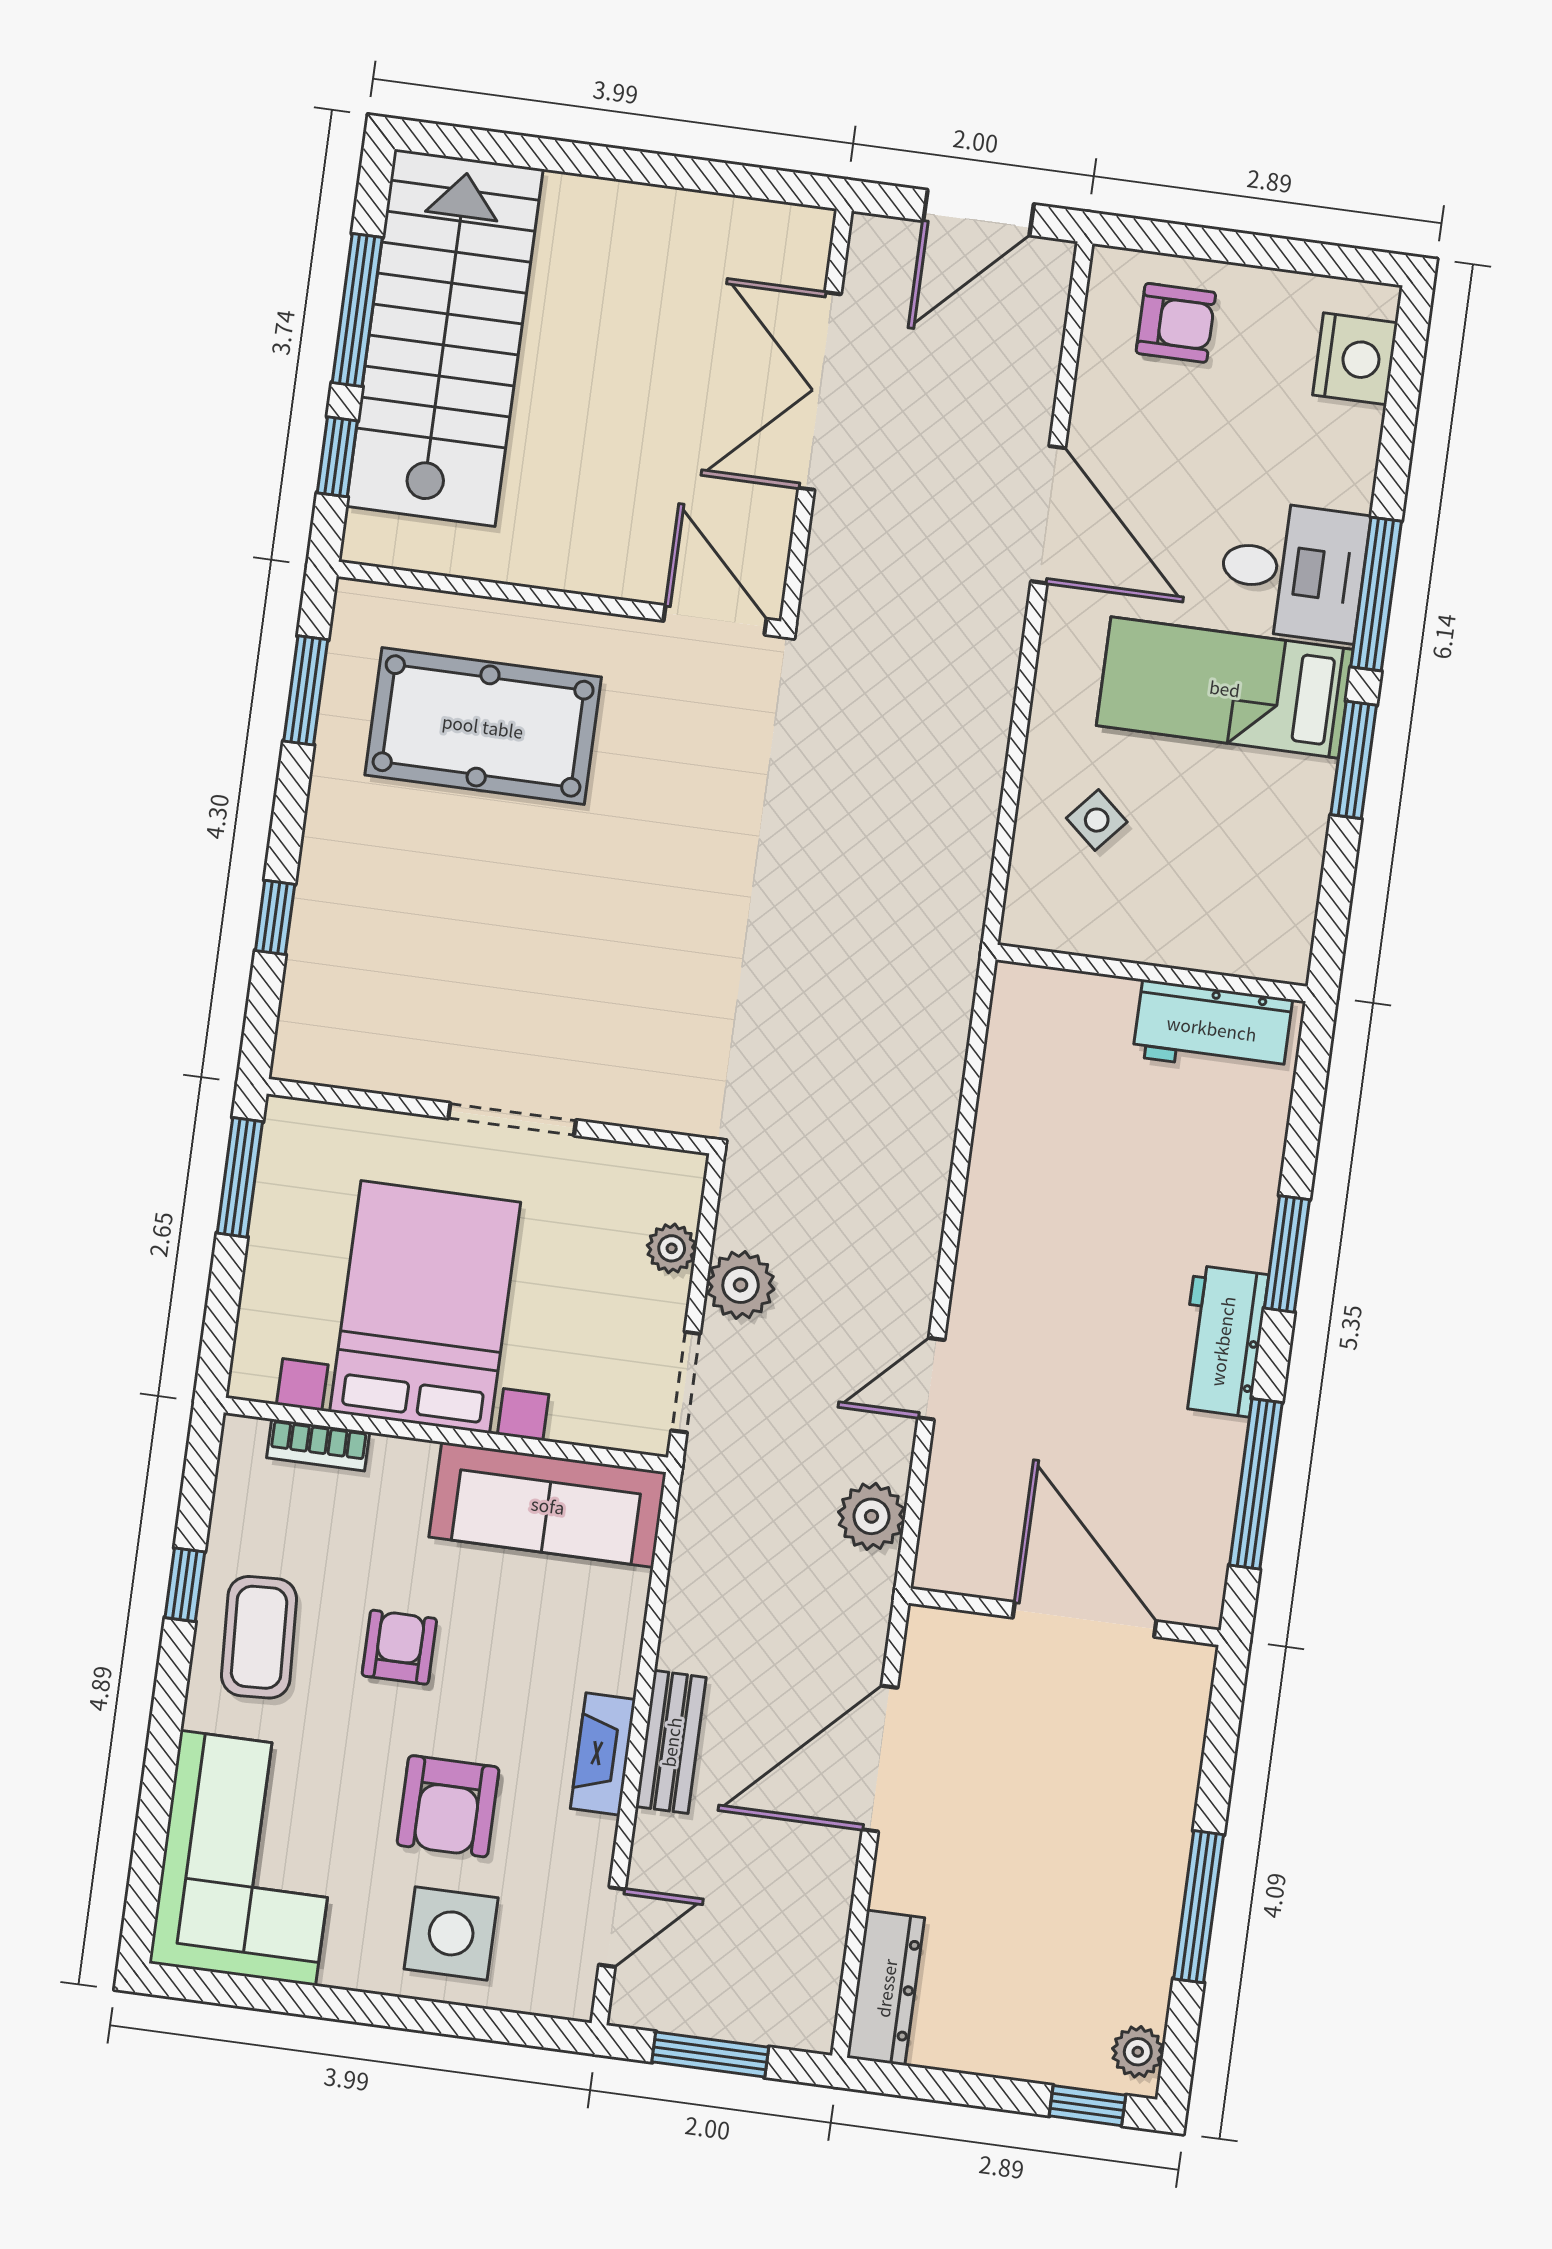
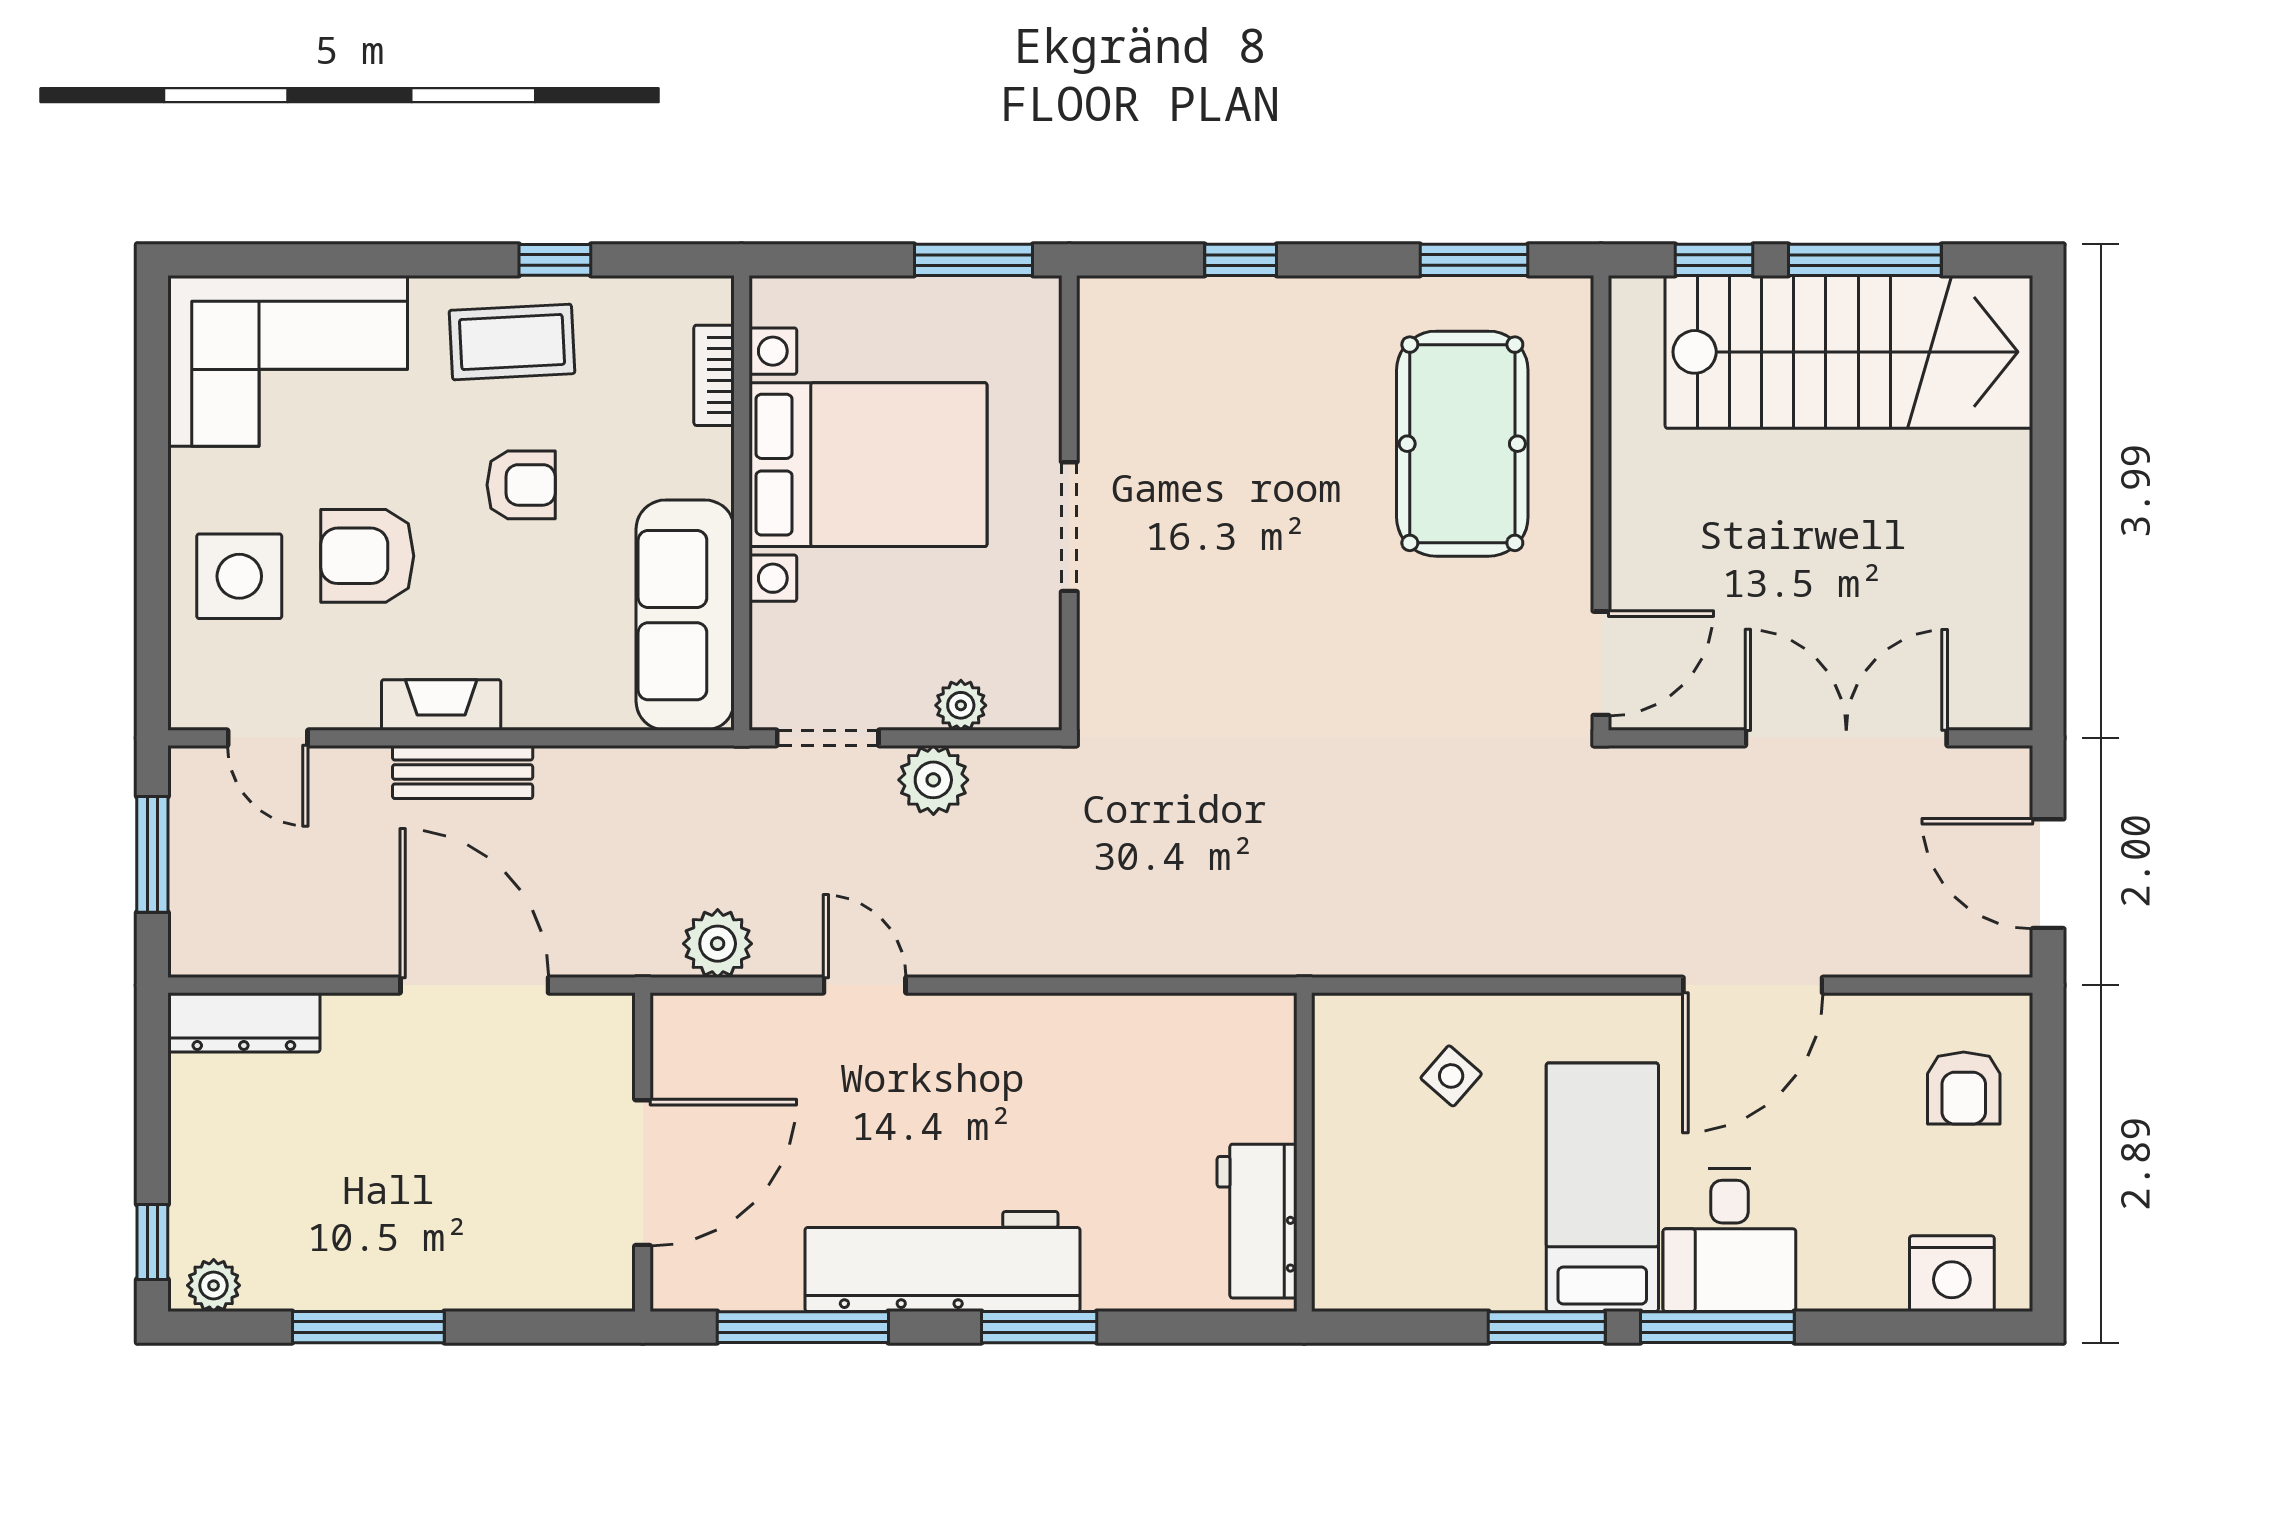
workbench: (1222, 1341) -> (942, 1262), width x1.88, depth x1.32

